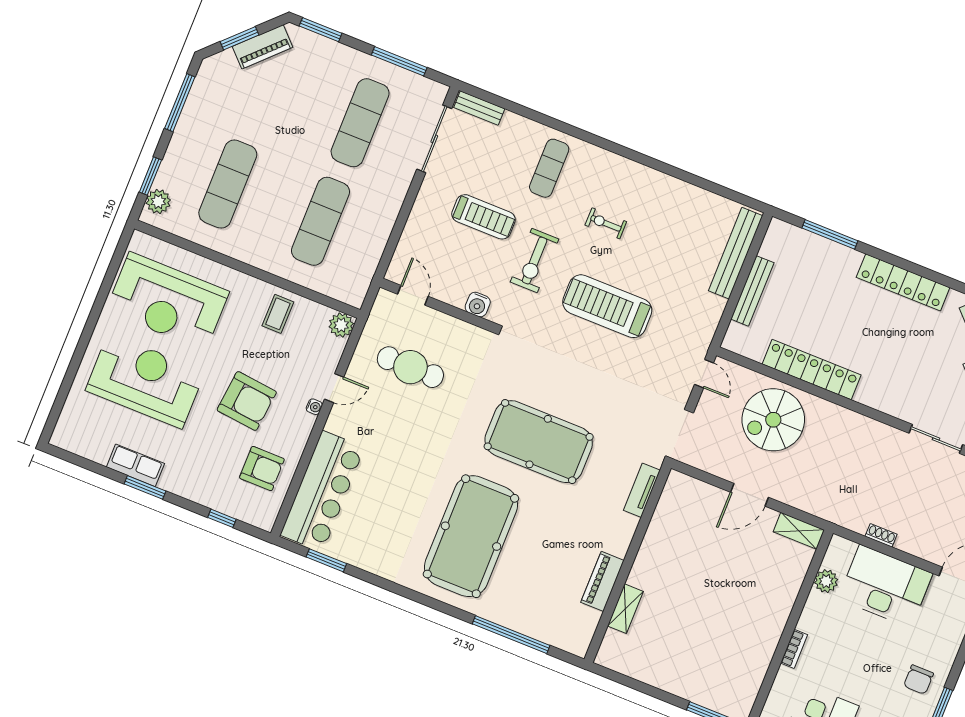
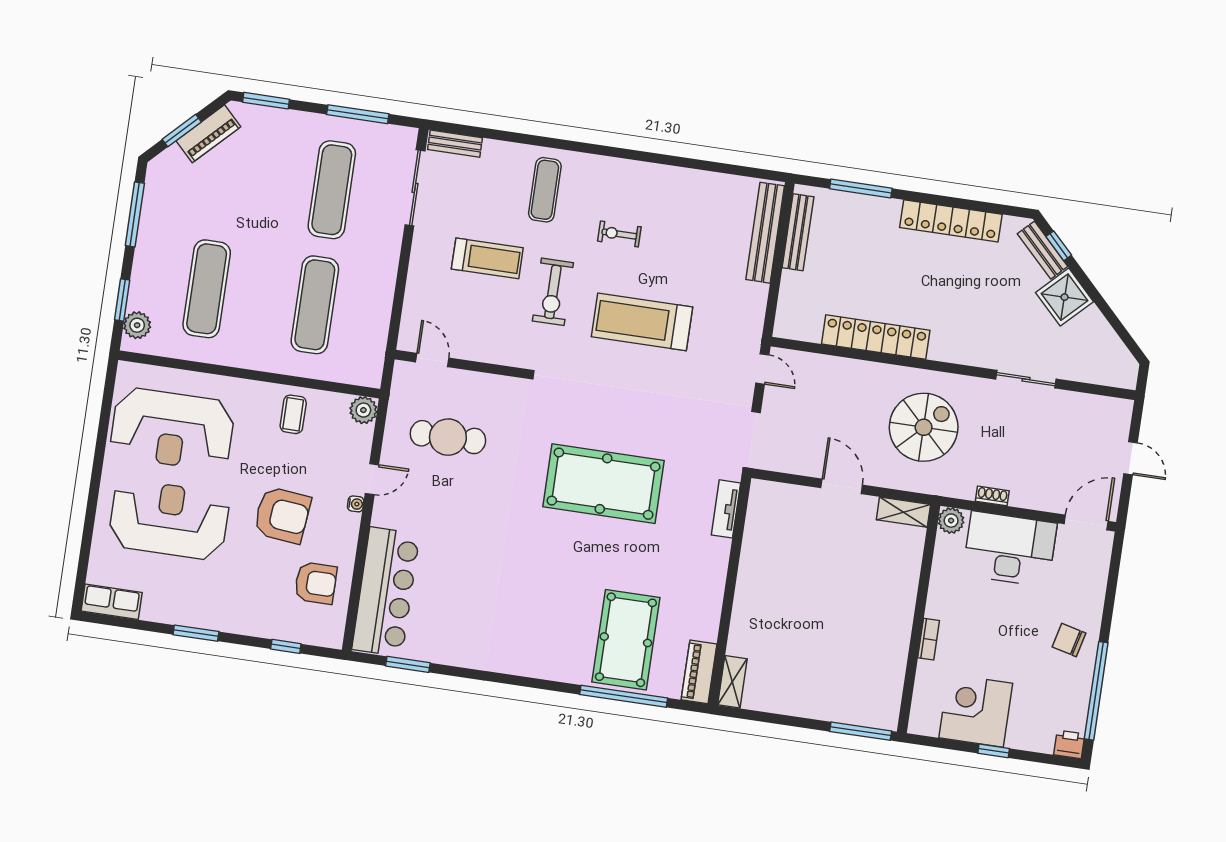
bench: (752, 291) -> (798, 232), moved
water cooler: (478, 305) -> (504, 353), removed
spiral stairs: (773, 420) -> (924, 427), moved, turned 180
row of seats: (135, 465) -> (112, 602), moved
door: (749, 495) -> (842, 486), swing flipped
pool table: (471, 536) -> (626, 640), moved, width x0.73, depth x0.76
piano: (602, 581) -> (699, 672), moved
plant: (826, 581) -> (951, 521), moved
shelving: (625, 609) -> (732, 682), moved
chair: (919, 680) -> (1069, 640), turned 104

